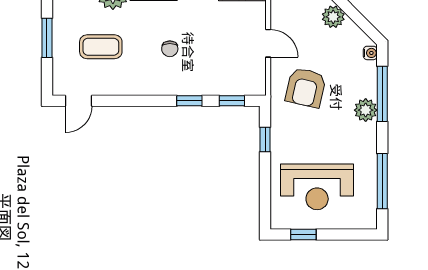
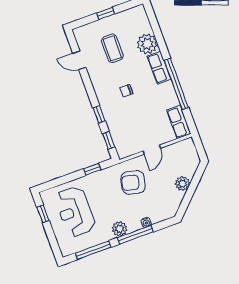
window: (47, 38) -> (106, 13), width x0.67
water cooler: (370, 53) -> (146, 222), moved
window: (382, 94) -> (135, 235), moved
door: (79, 101) -> (79, 60), moved
plant: (366, 110) -> (120, 229), moved

